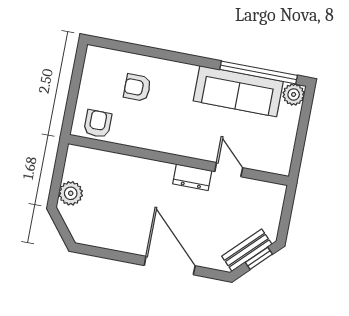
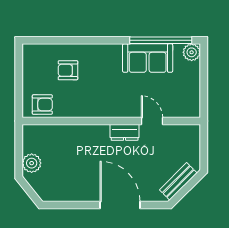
sofa: (238, 91) -> (148, 58), width x0.73
armchair: (98, 124) -> (42, 105), turned 90
window: (259, 258) -> (189, 186), removed

